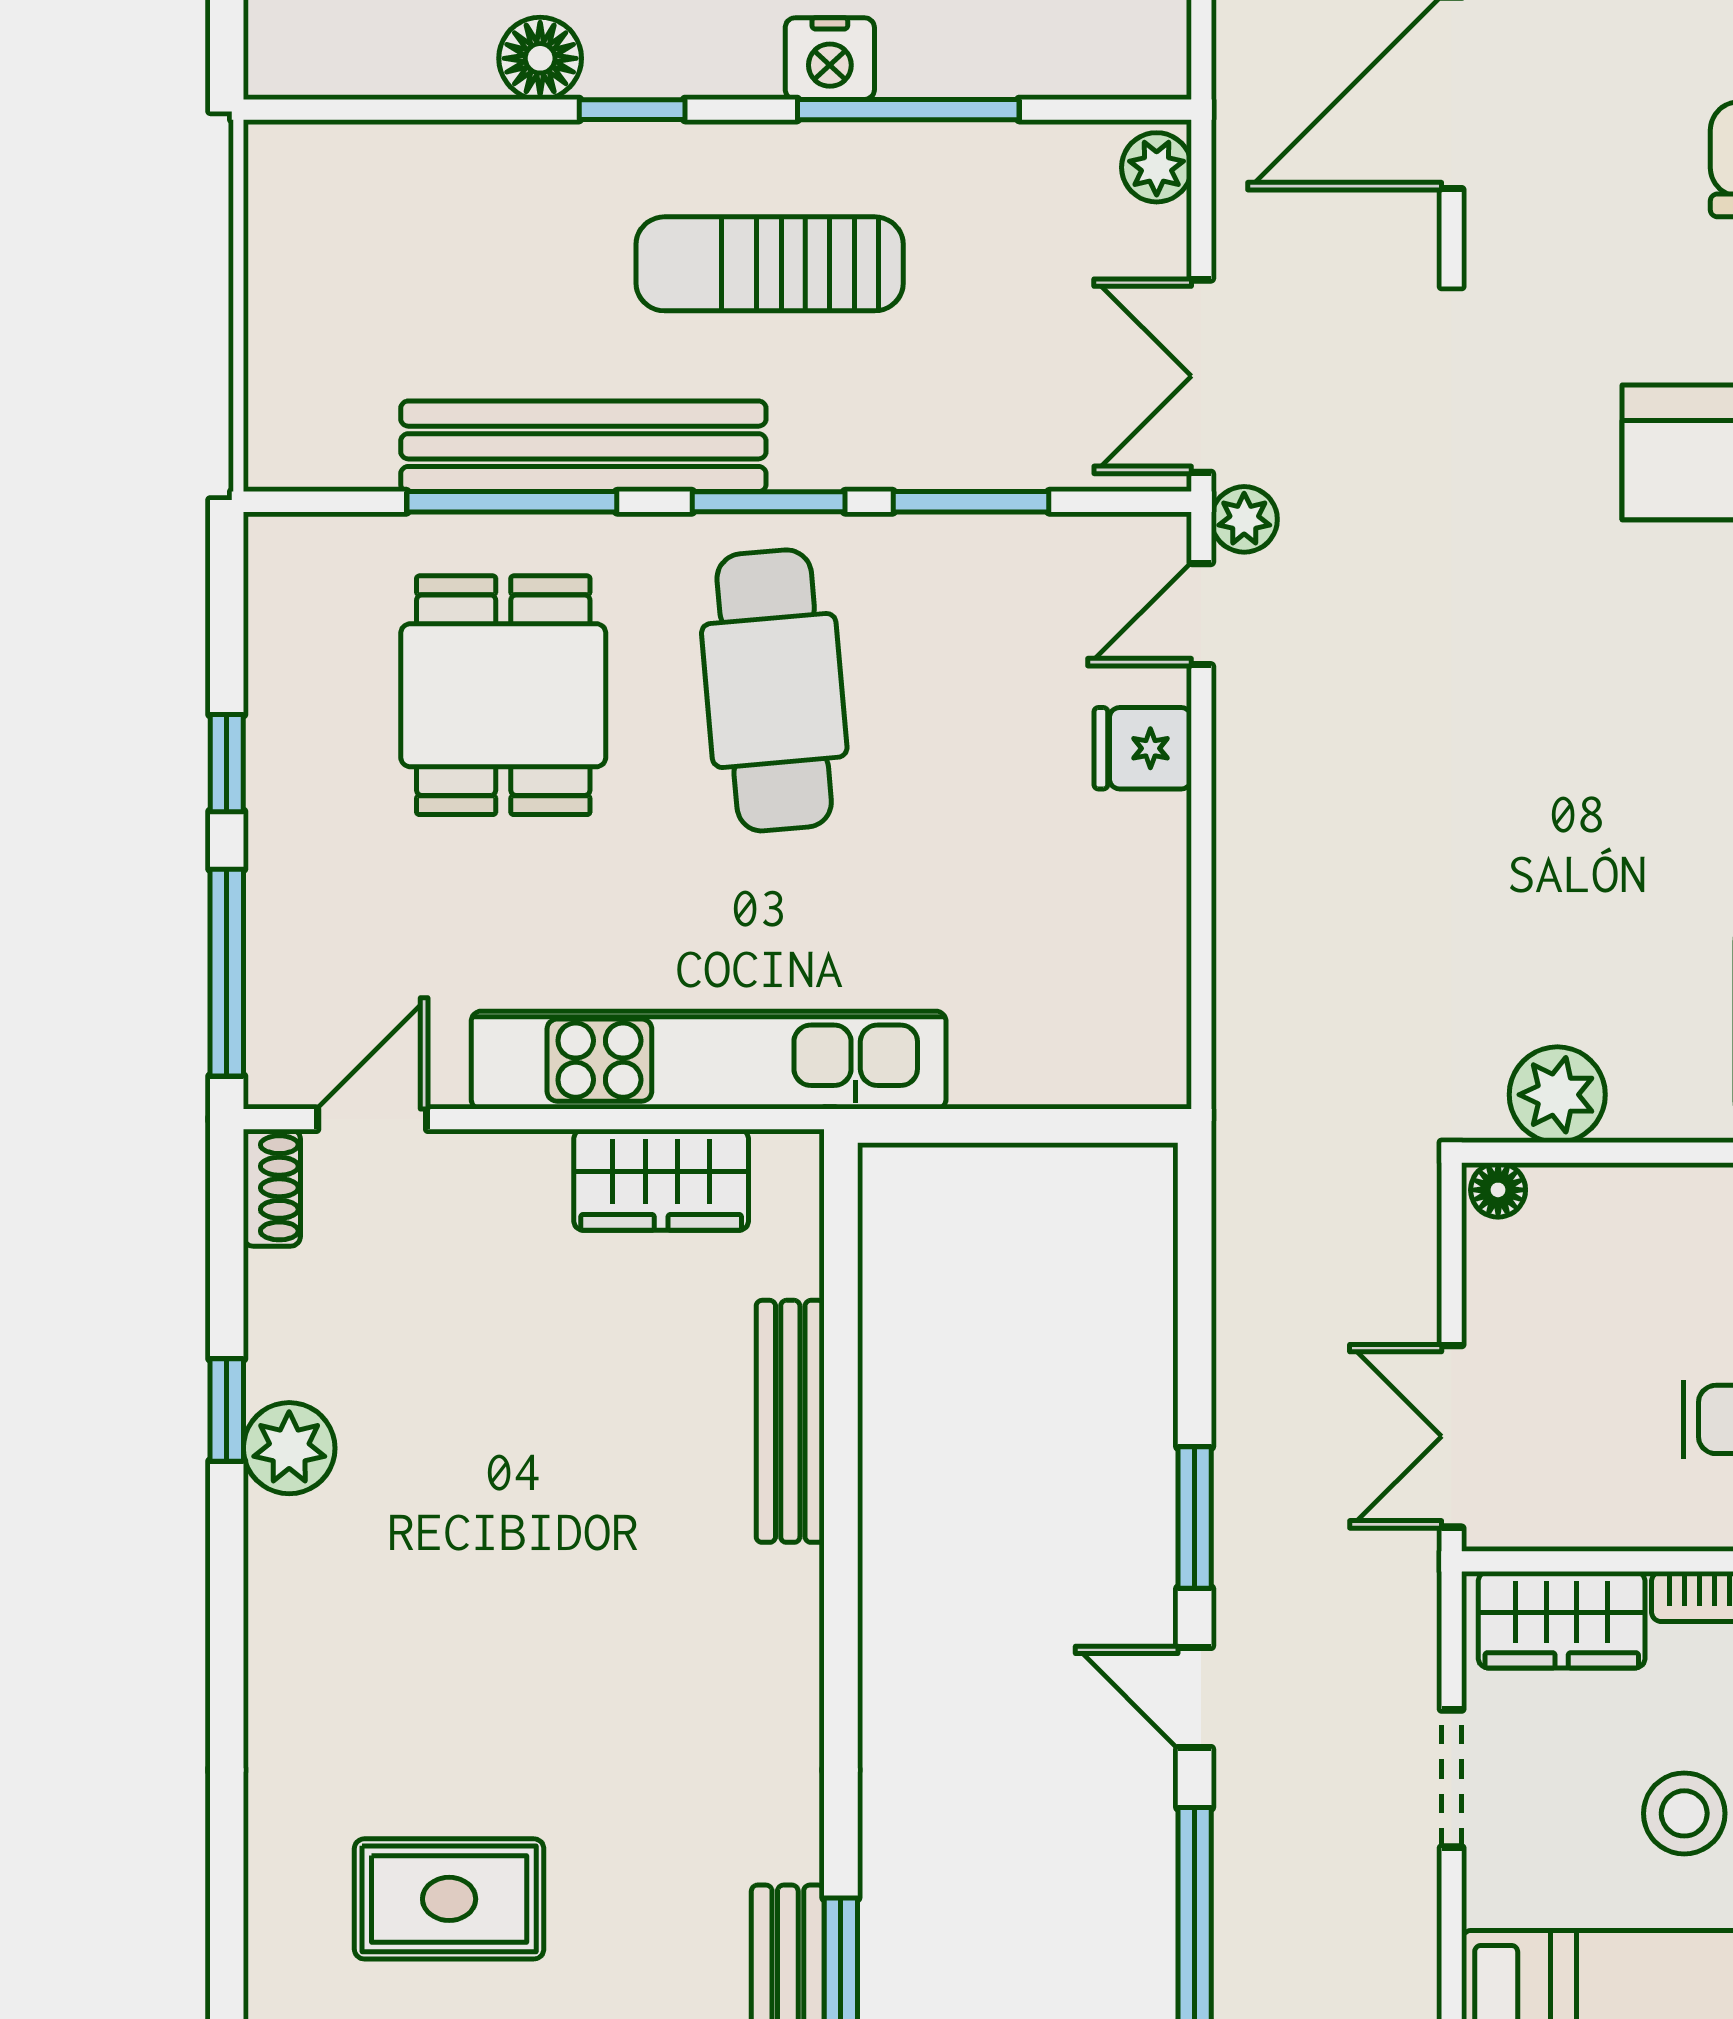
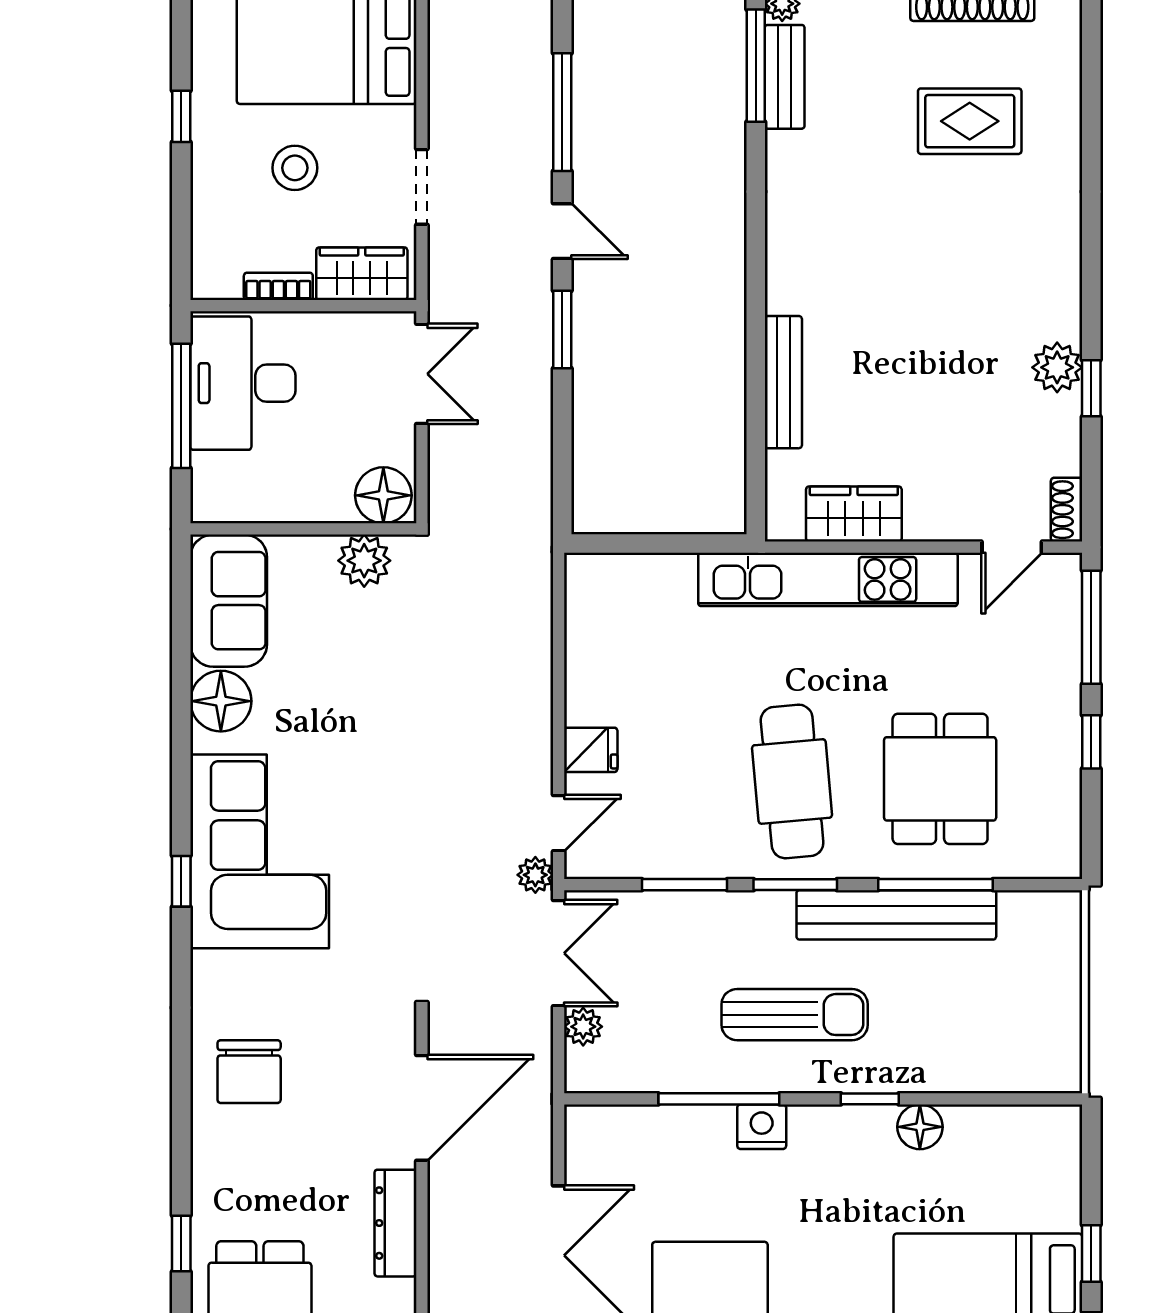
plant: (1157, 167) -> (583, 1027), moved
floor lamp: (1498, 1190) -> (383, 495), width x1.89, depth x1.89

